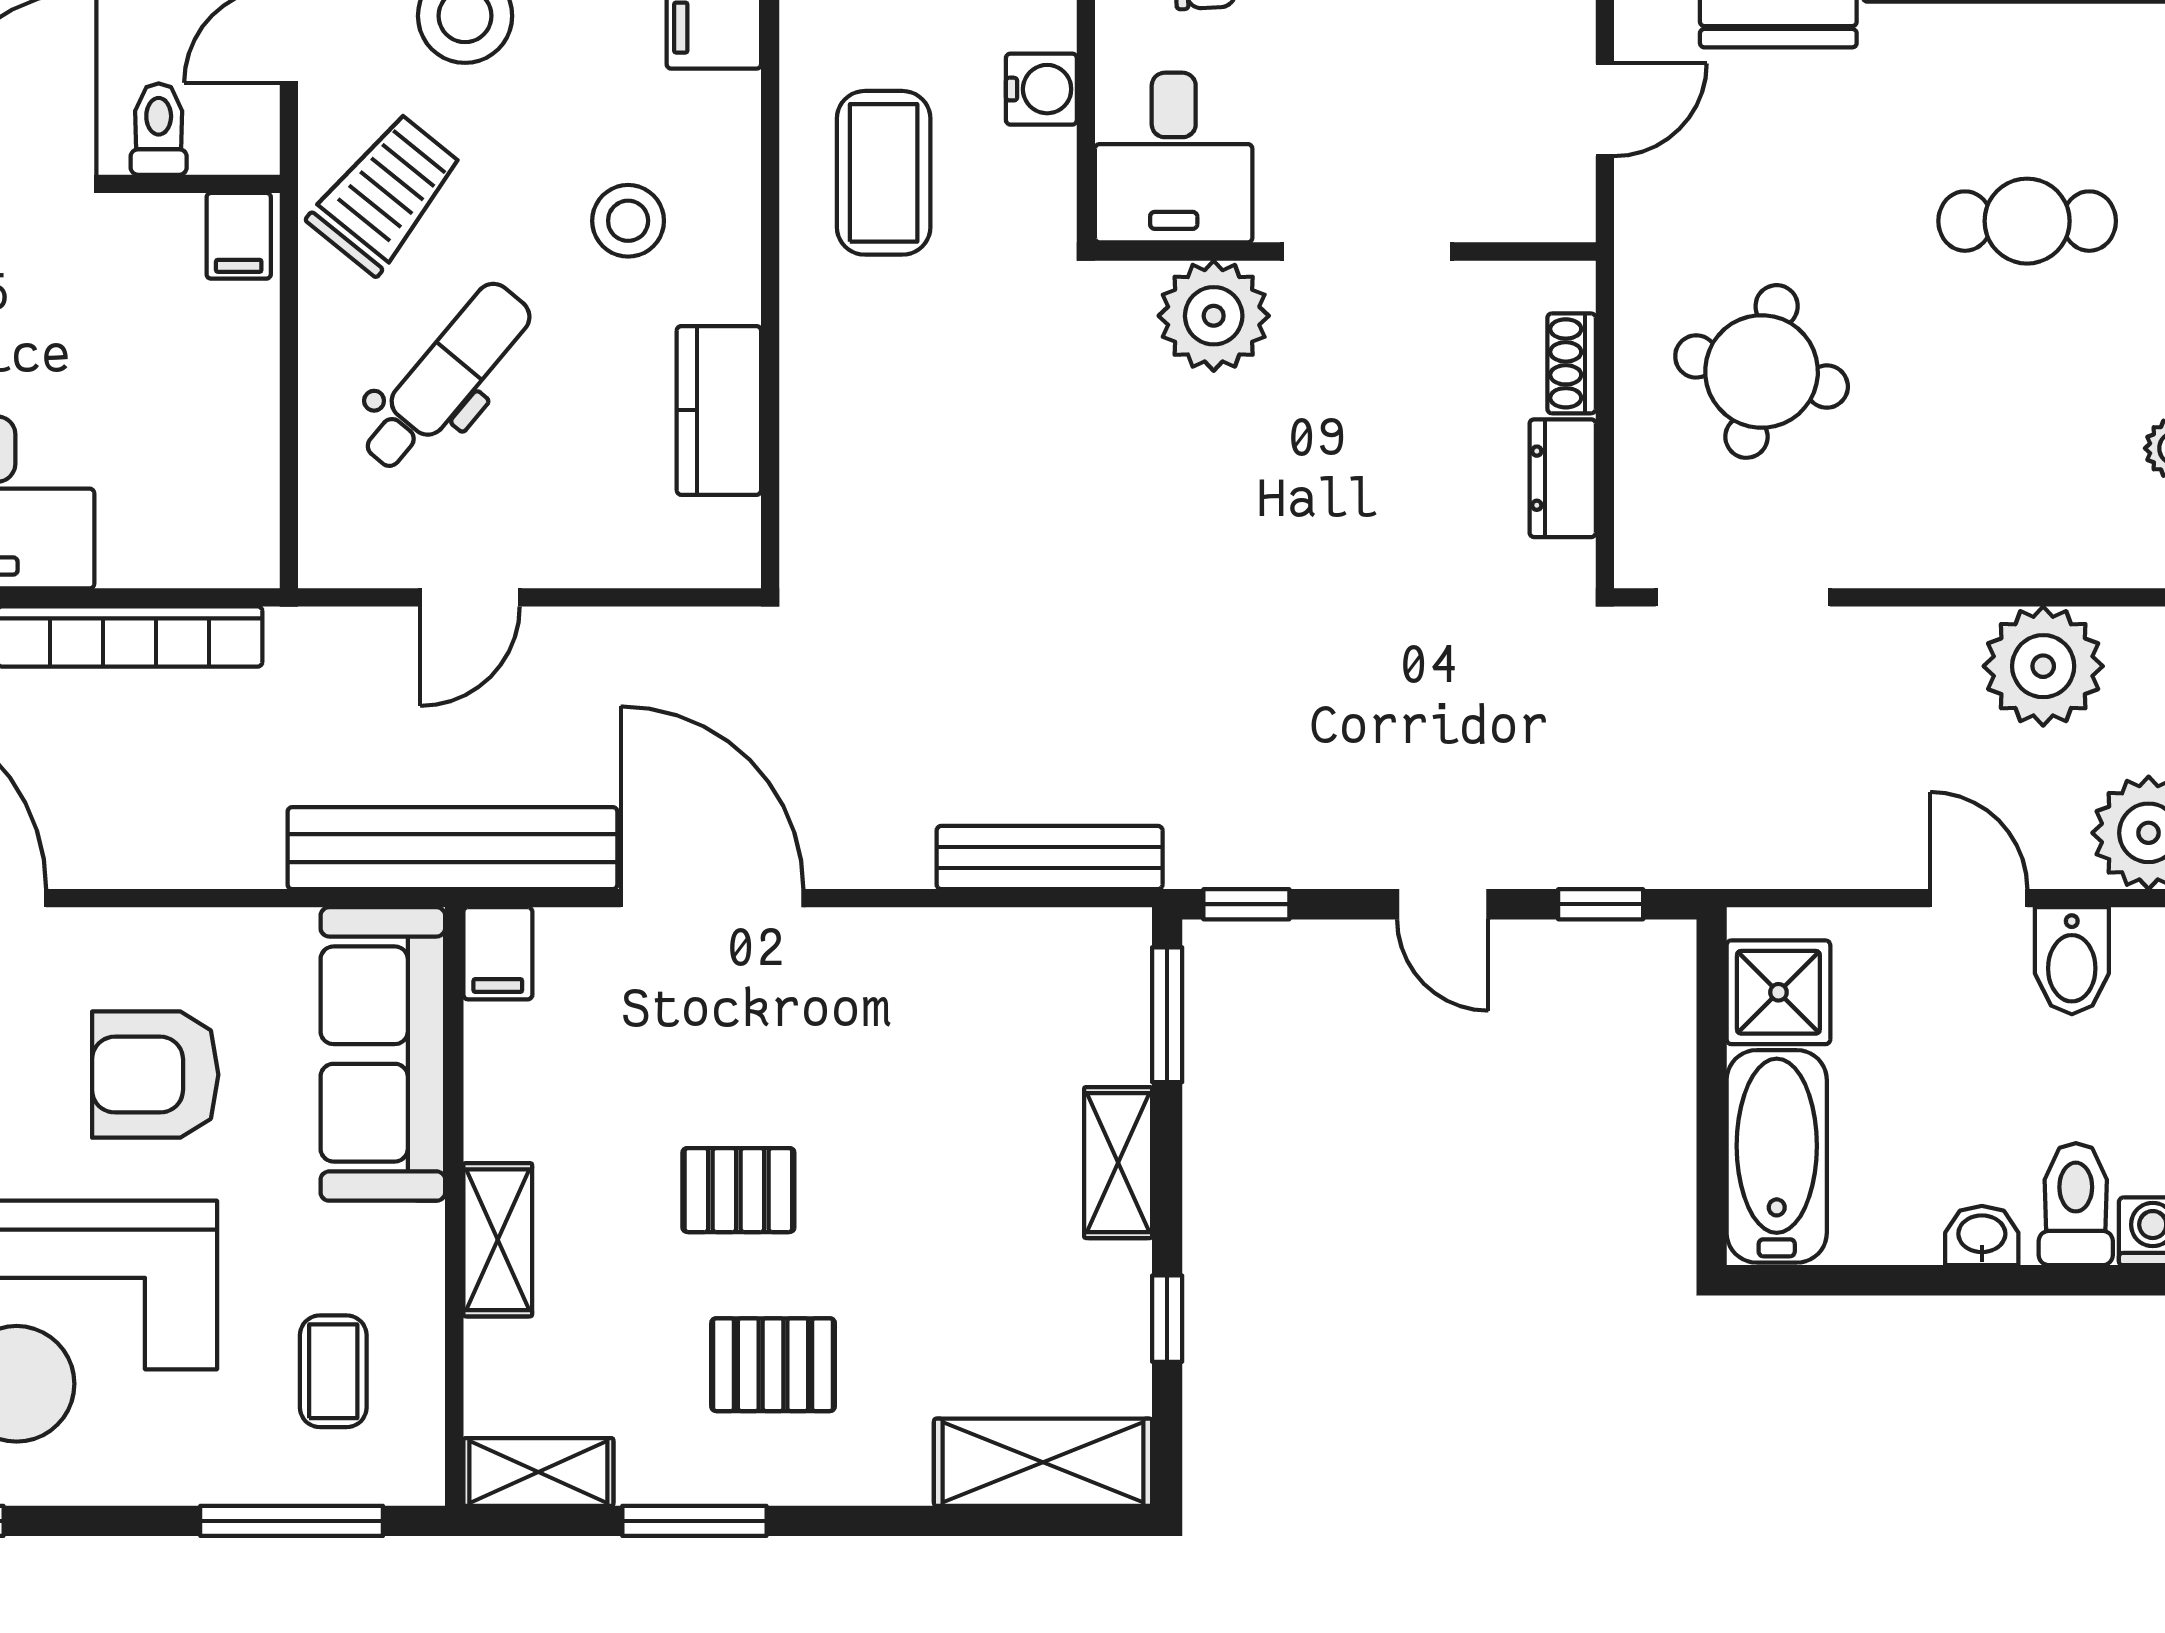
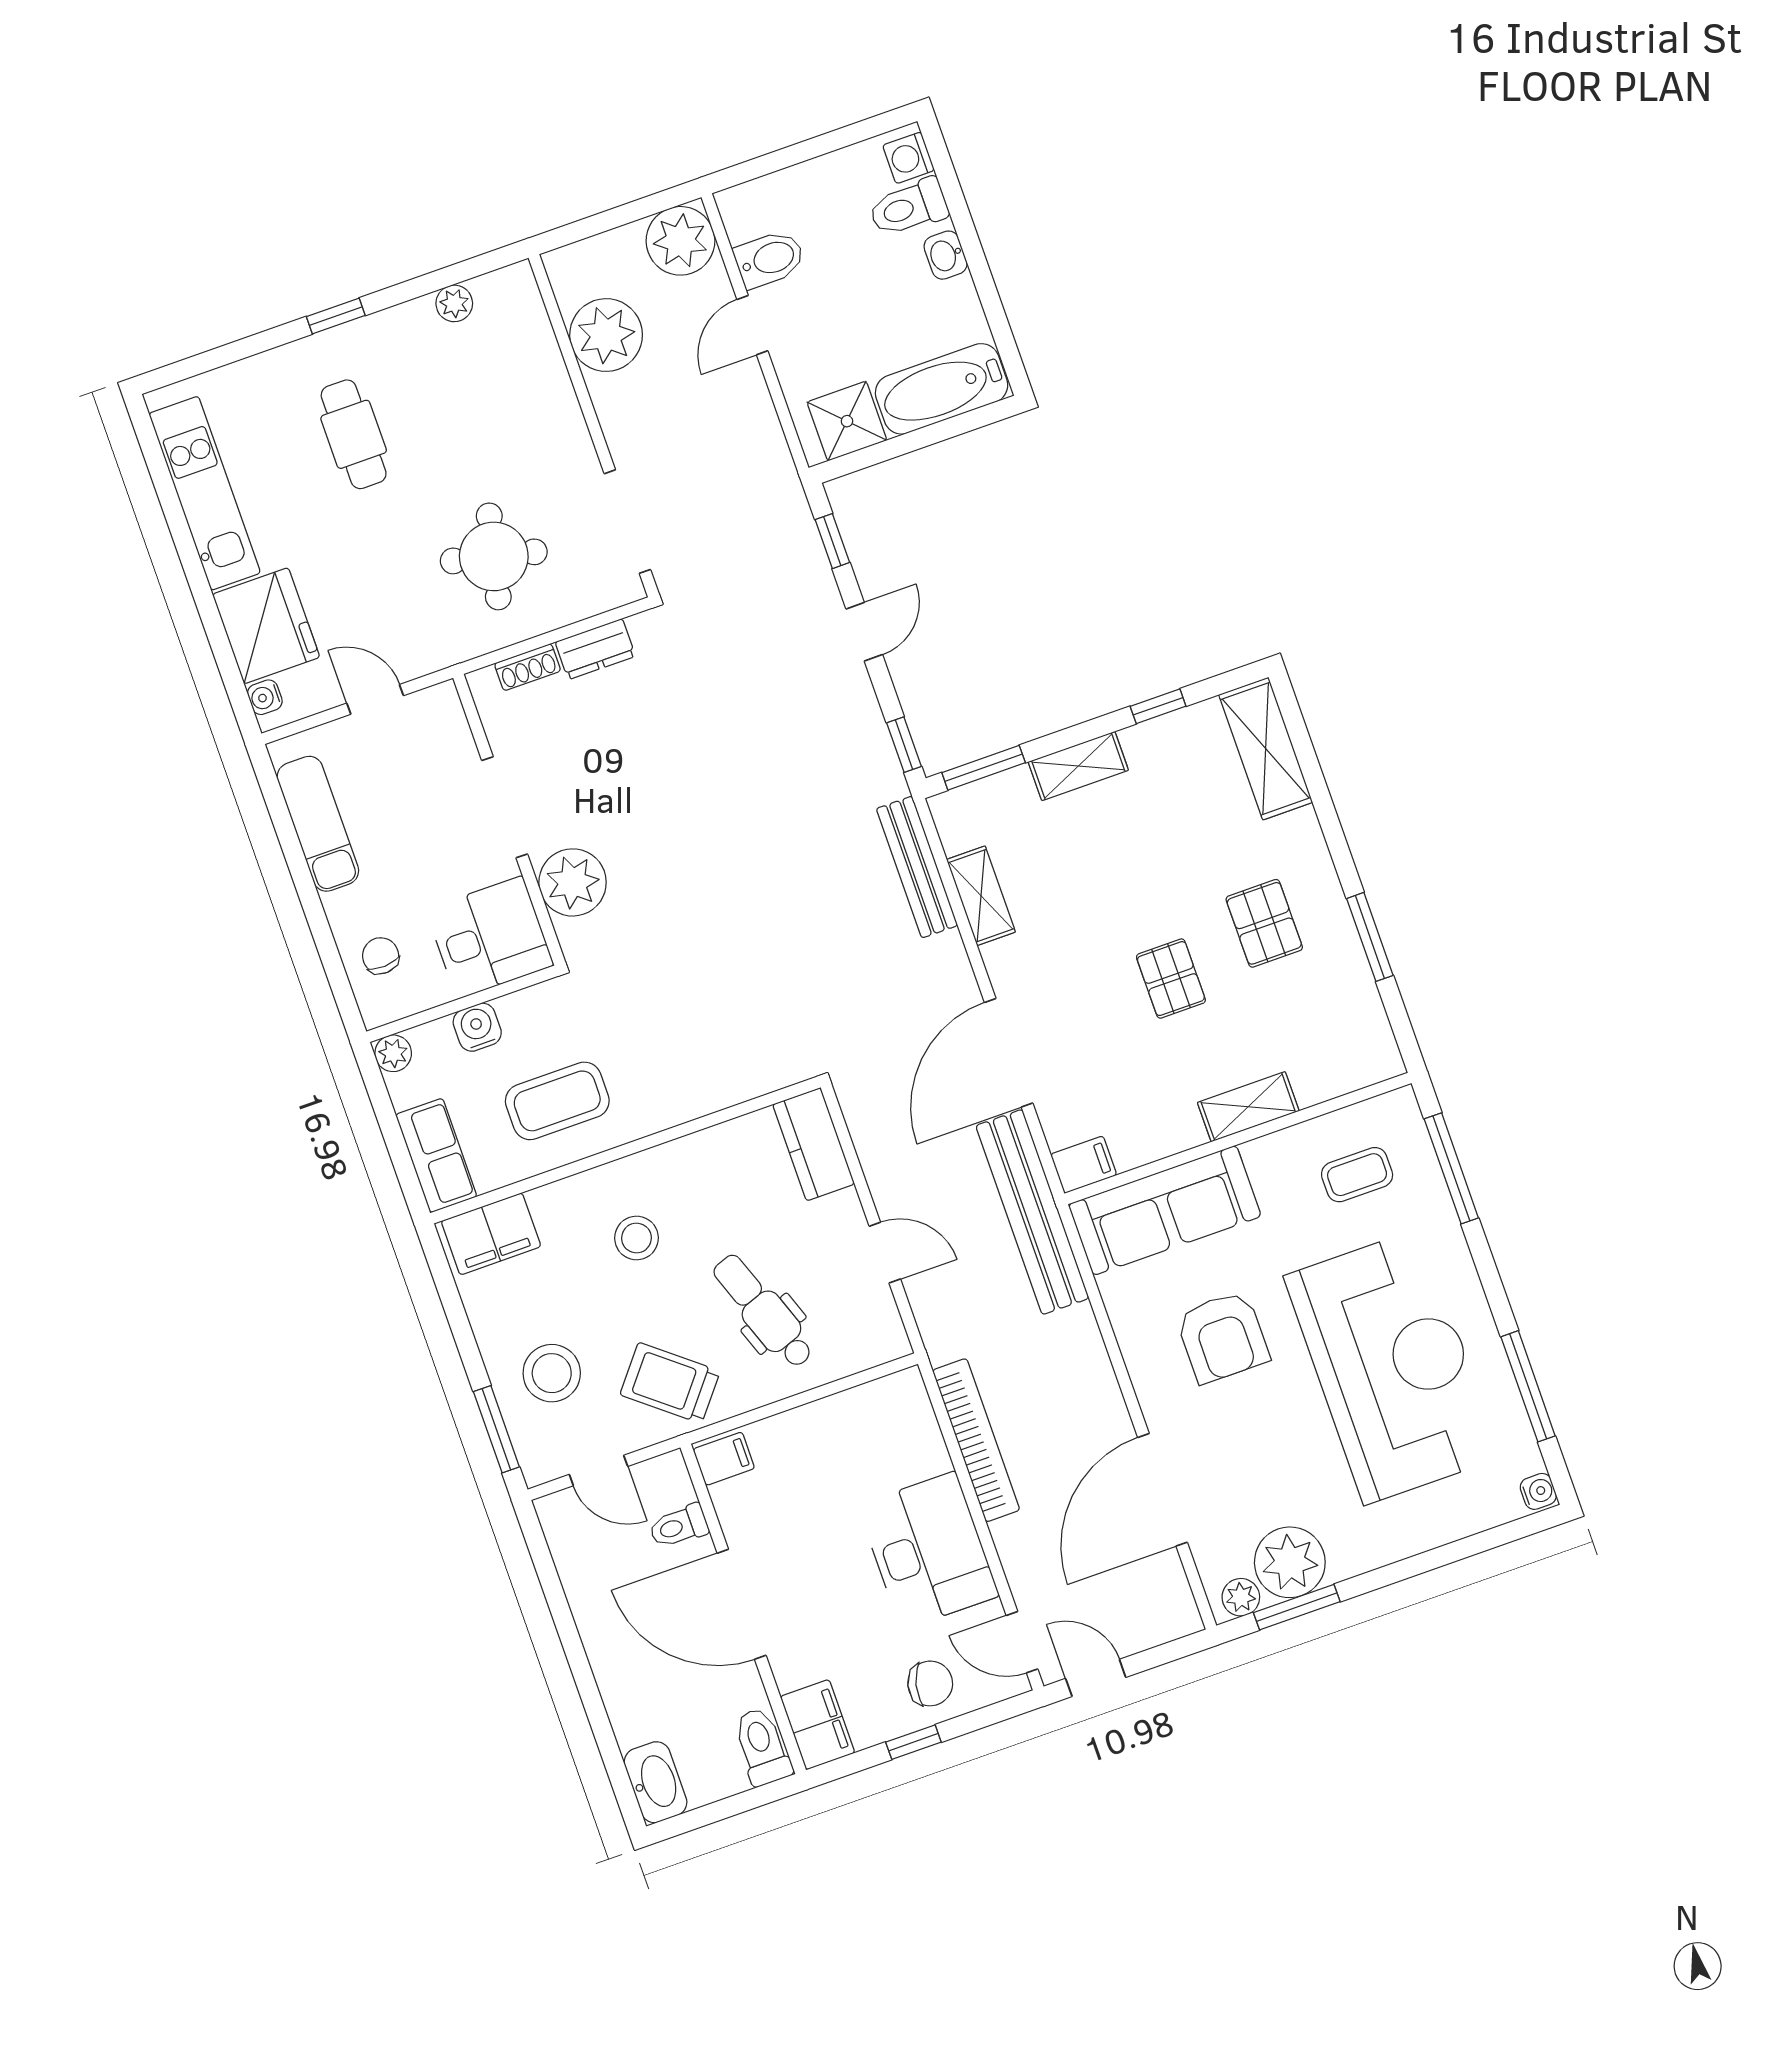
dental chair: (445, 377) -> (763, 1311), turned 30
kitchen counter: (719, 410) -> (814, 1144), moved, turned 90
shelving: (538, 1472) -> (981, 896), moved

